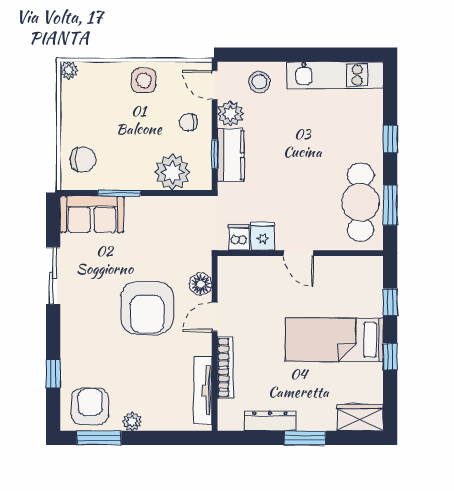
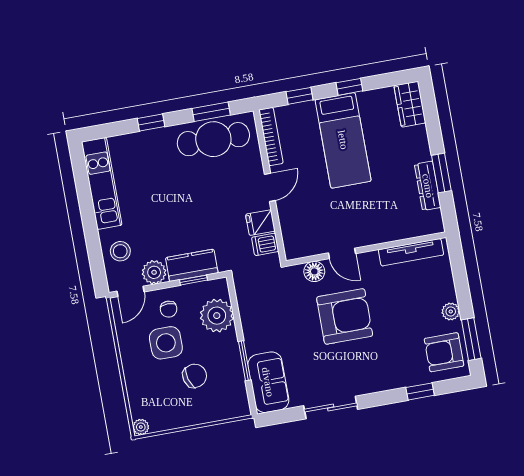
side table: (144, 80) -> (166, 343), moved, width x1.37, depth x1.37
chair: (83, 159) -> (195, 376), moved, turned 74
bookcase: (225, 368) -> (271, 137), moved, turned 90
window: (305, 438) -> (441, 173), moved

